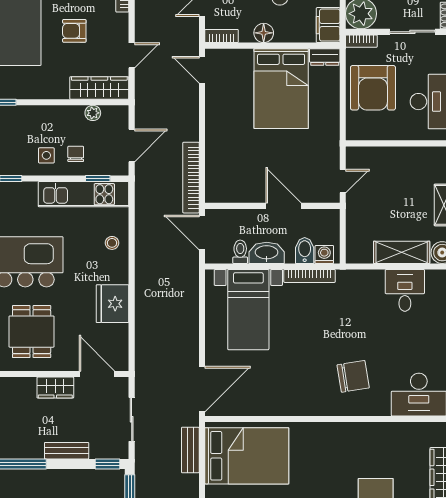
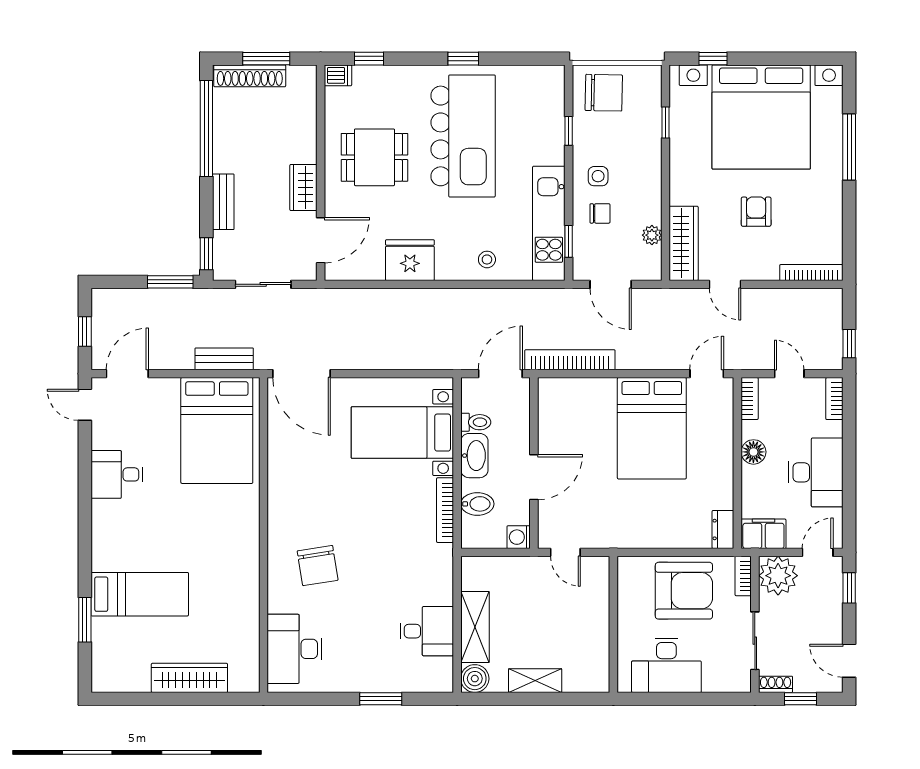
armchair: (373, 88) -> (684, 591), turned 180
bed: (281, 89) -> (652, 428), moved, turned -90
washing machine: (324, 254) -> (519, 537), moved, turned 180

